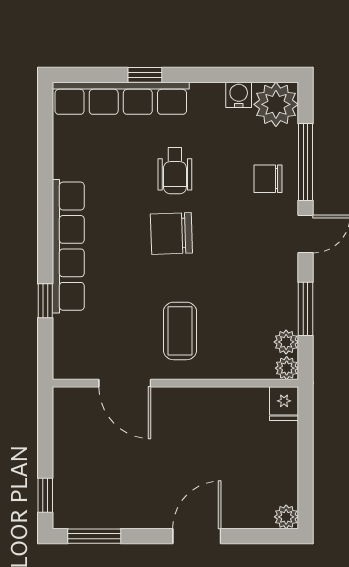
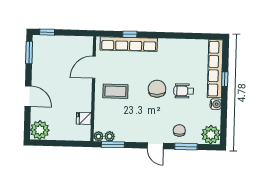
water cooler: (239, 95) -> (216, 104), moved
window: (305, 162) -> (186, 147), width x0.69
row of seats: (68, 246) -> (129, 44), moved
window: (305, 309) -> (113, 145), moved
fridge: (284, 404) -> (84, 118), moved
plant: (286, 517) -> (40, 130), width x1.87, depth x1.87

